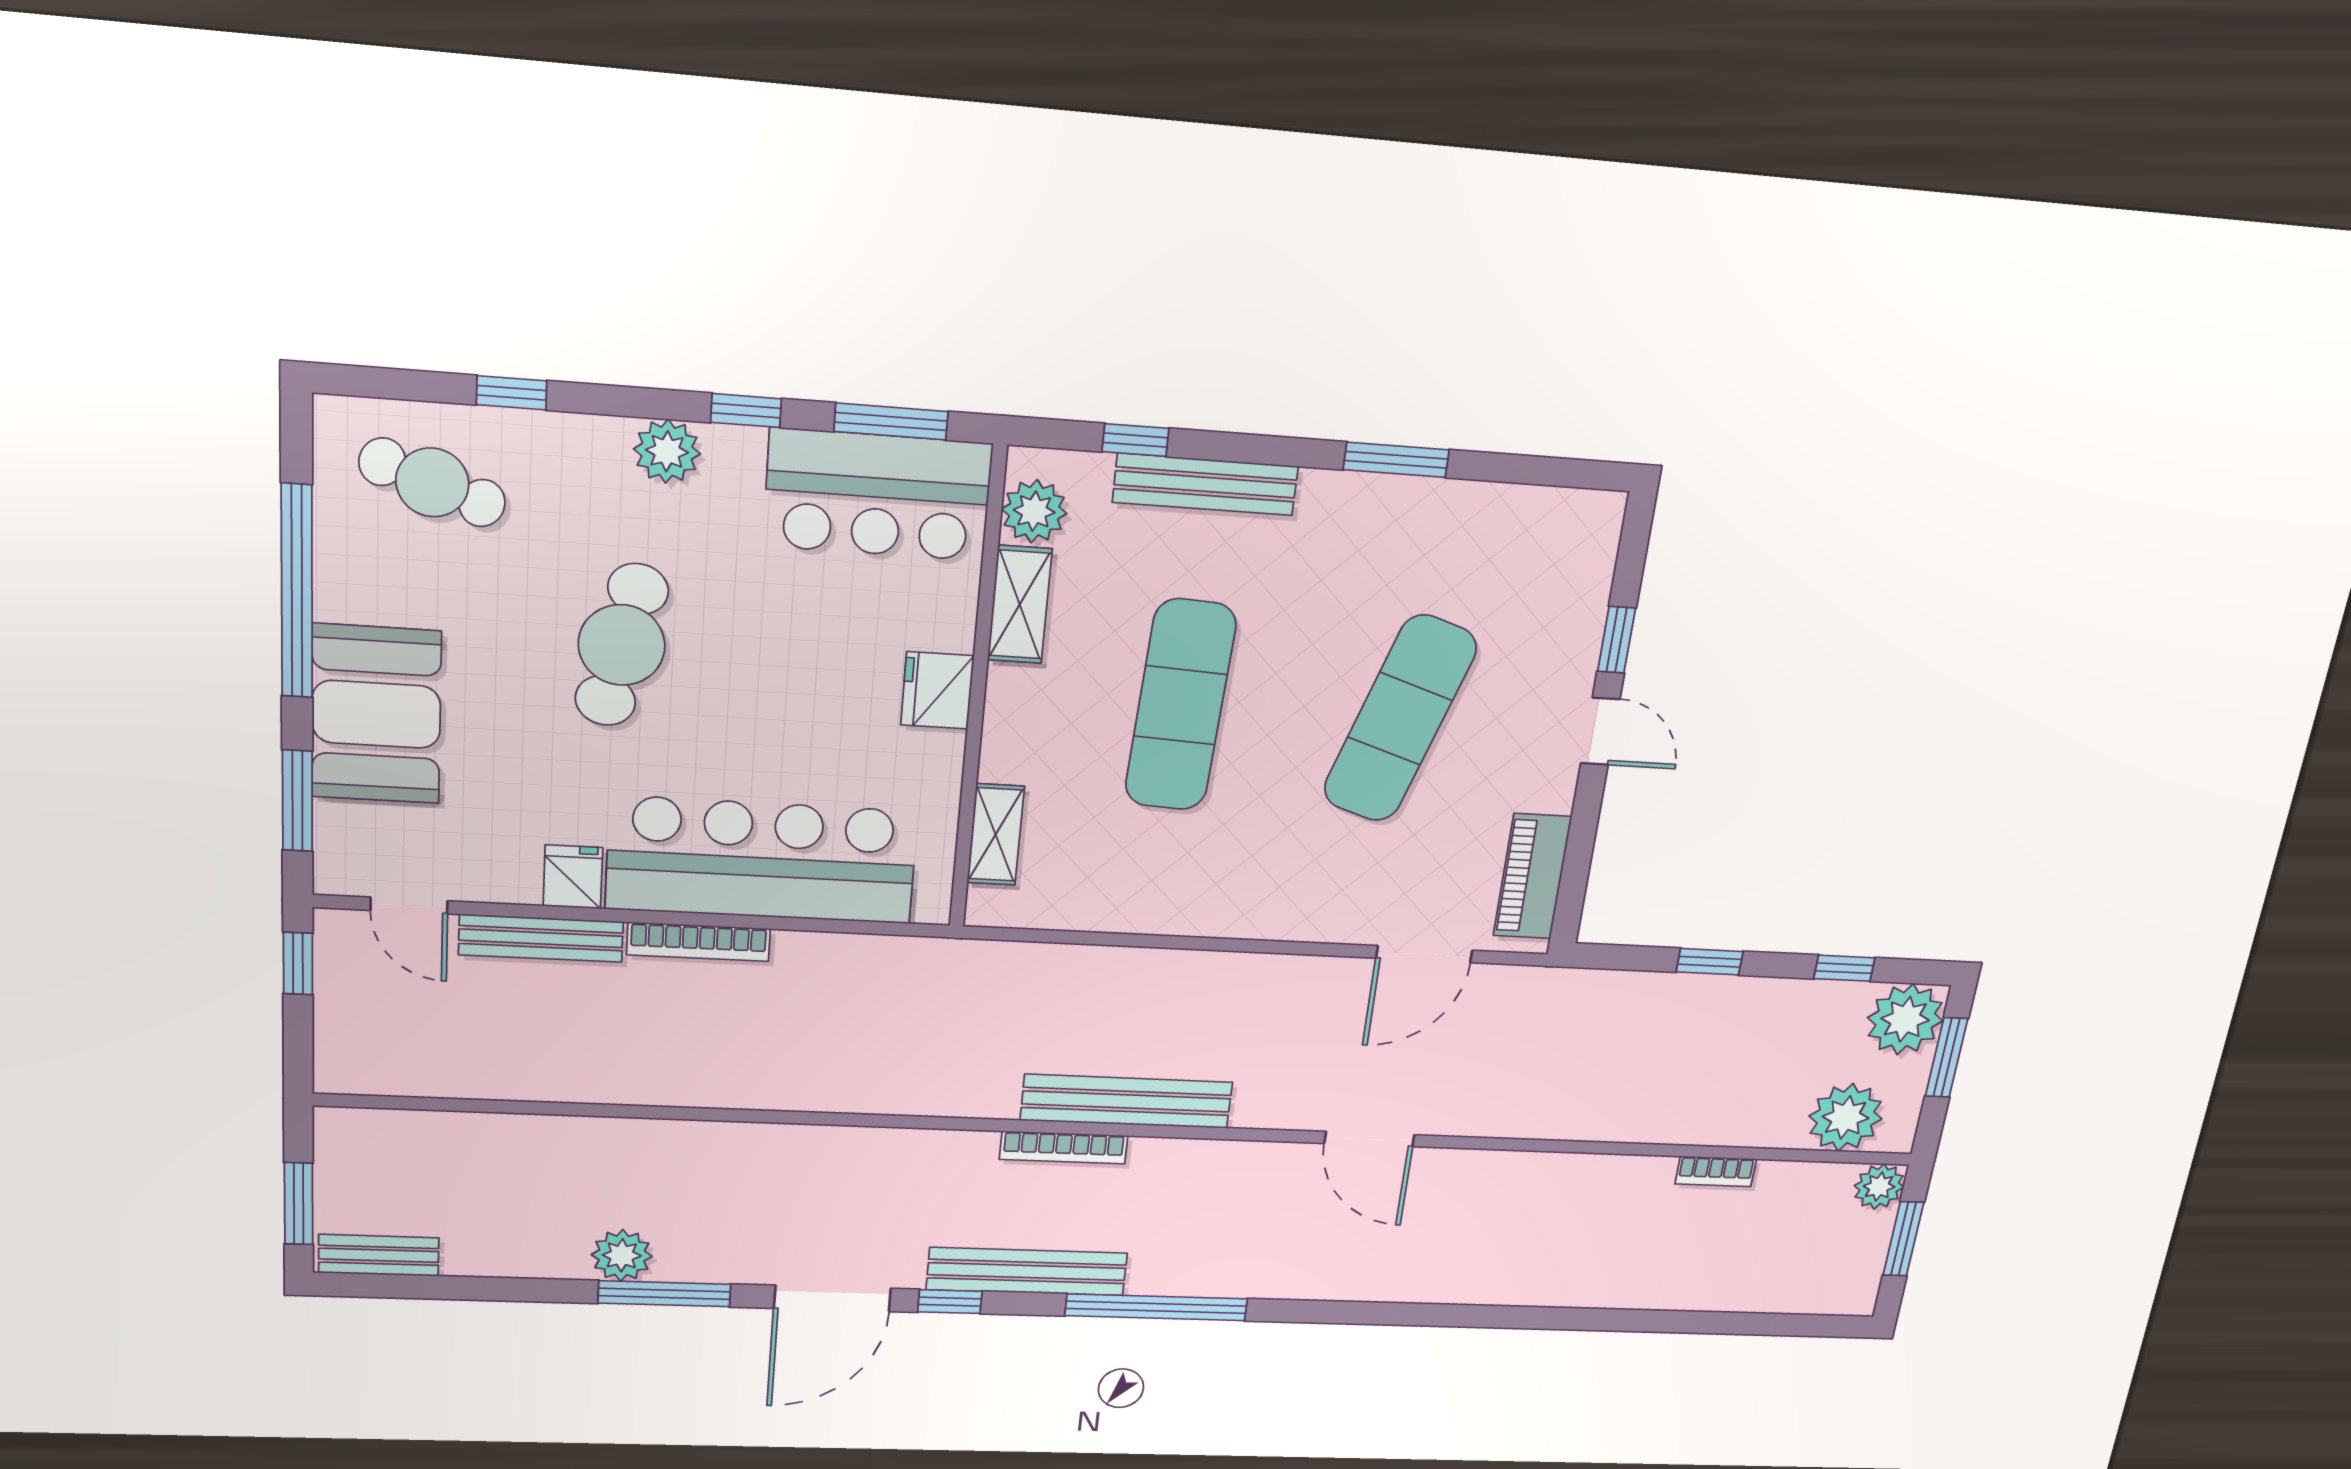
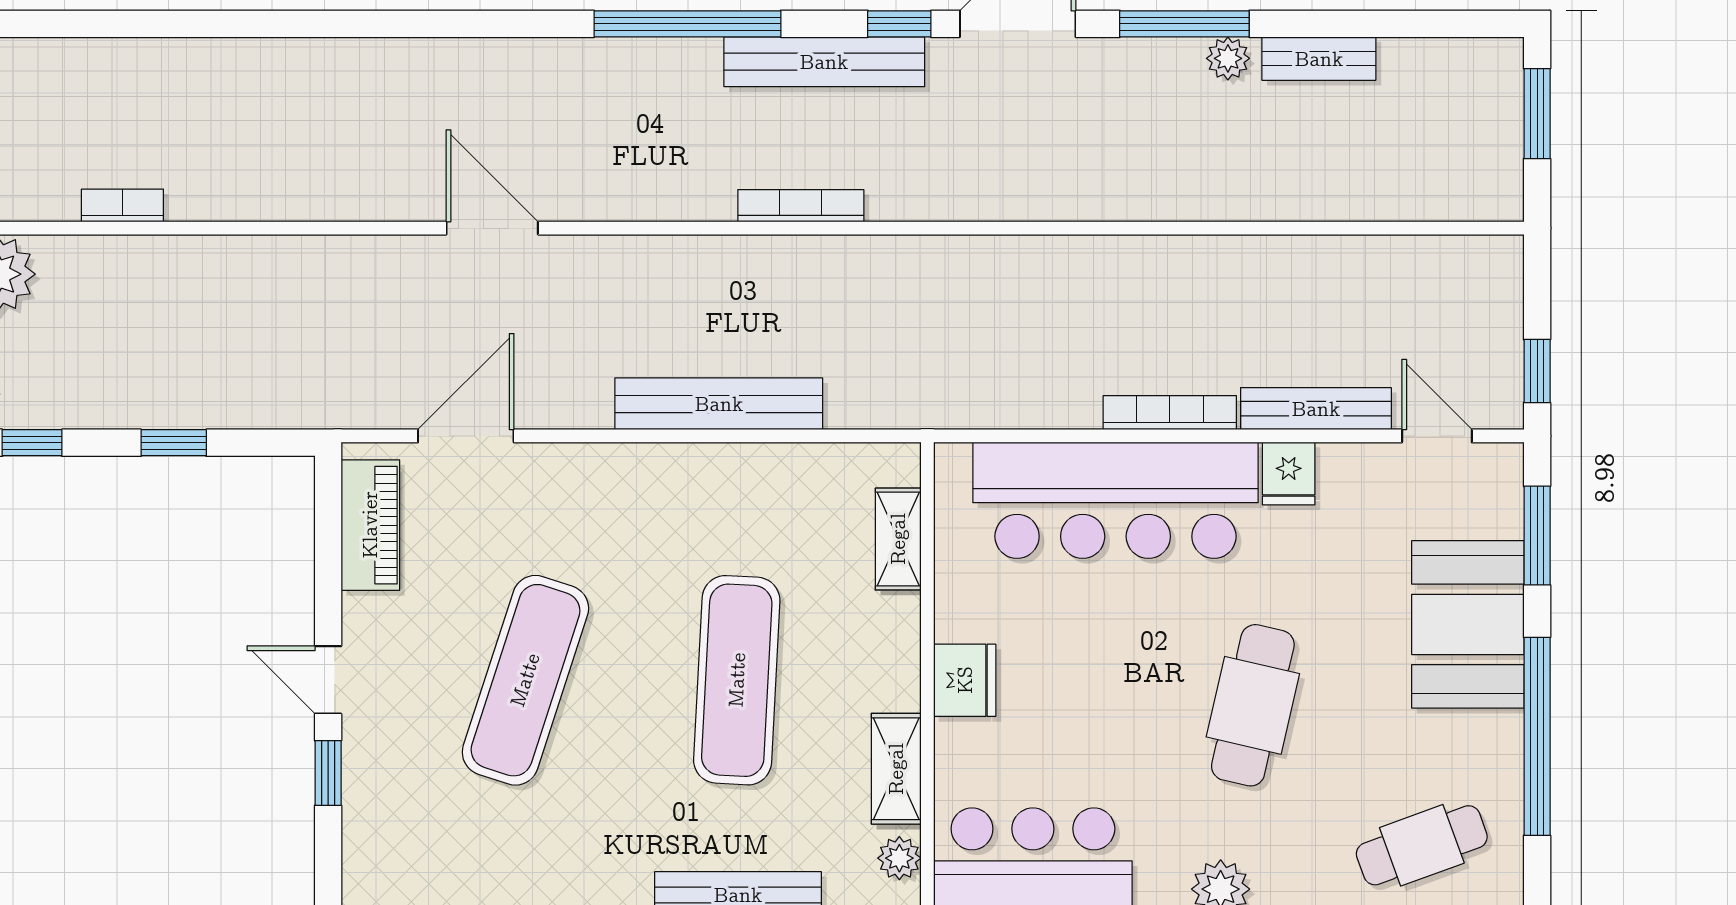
cafe table: (432, 482) -> (1422, 845), turned -40
plant: (1034, 511) -> (899, 858), width x0.73, depth x0.73
bench: (1126, 1101) -> (719, 404), moved
bench: (379, 1255) -> (1319, 59), moved
plant: (622, 1255) -> (1228, 58), width x0.73, depth x0.73

